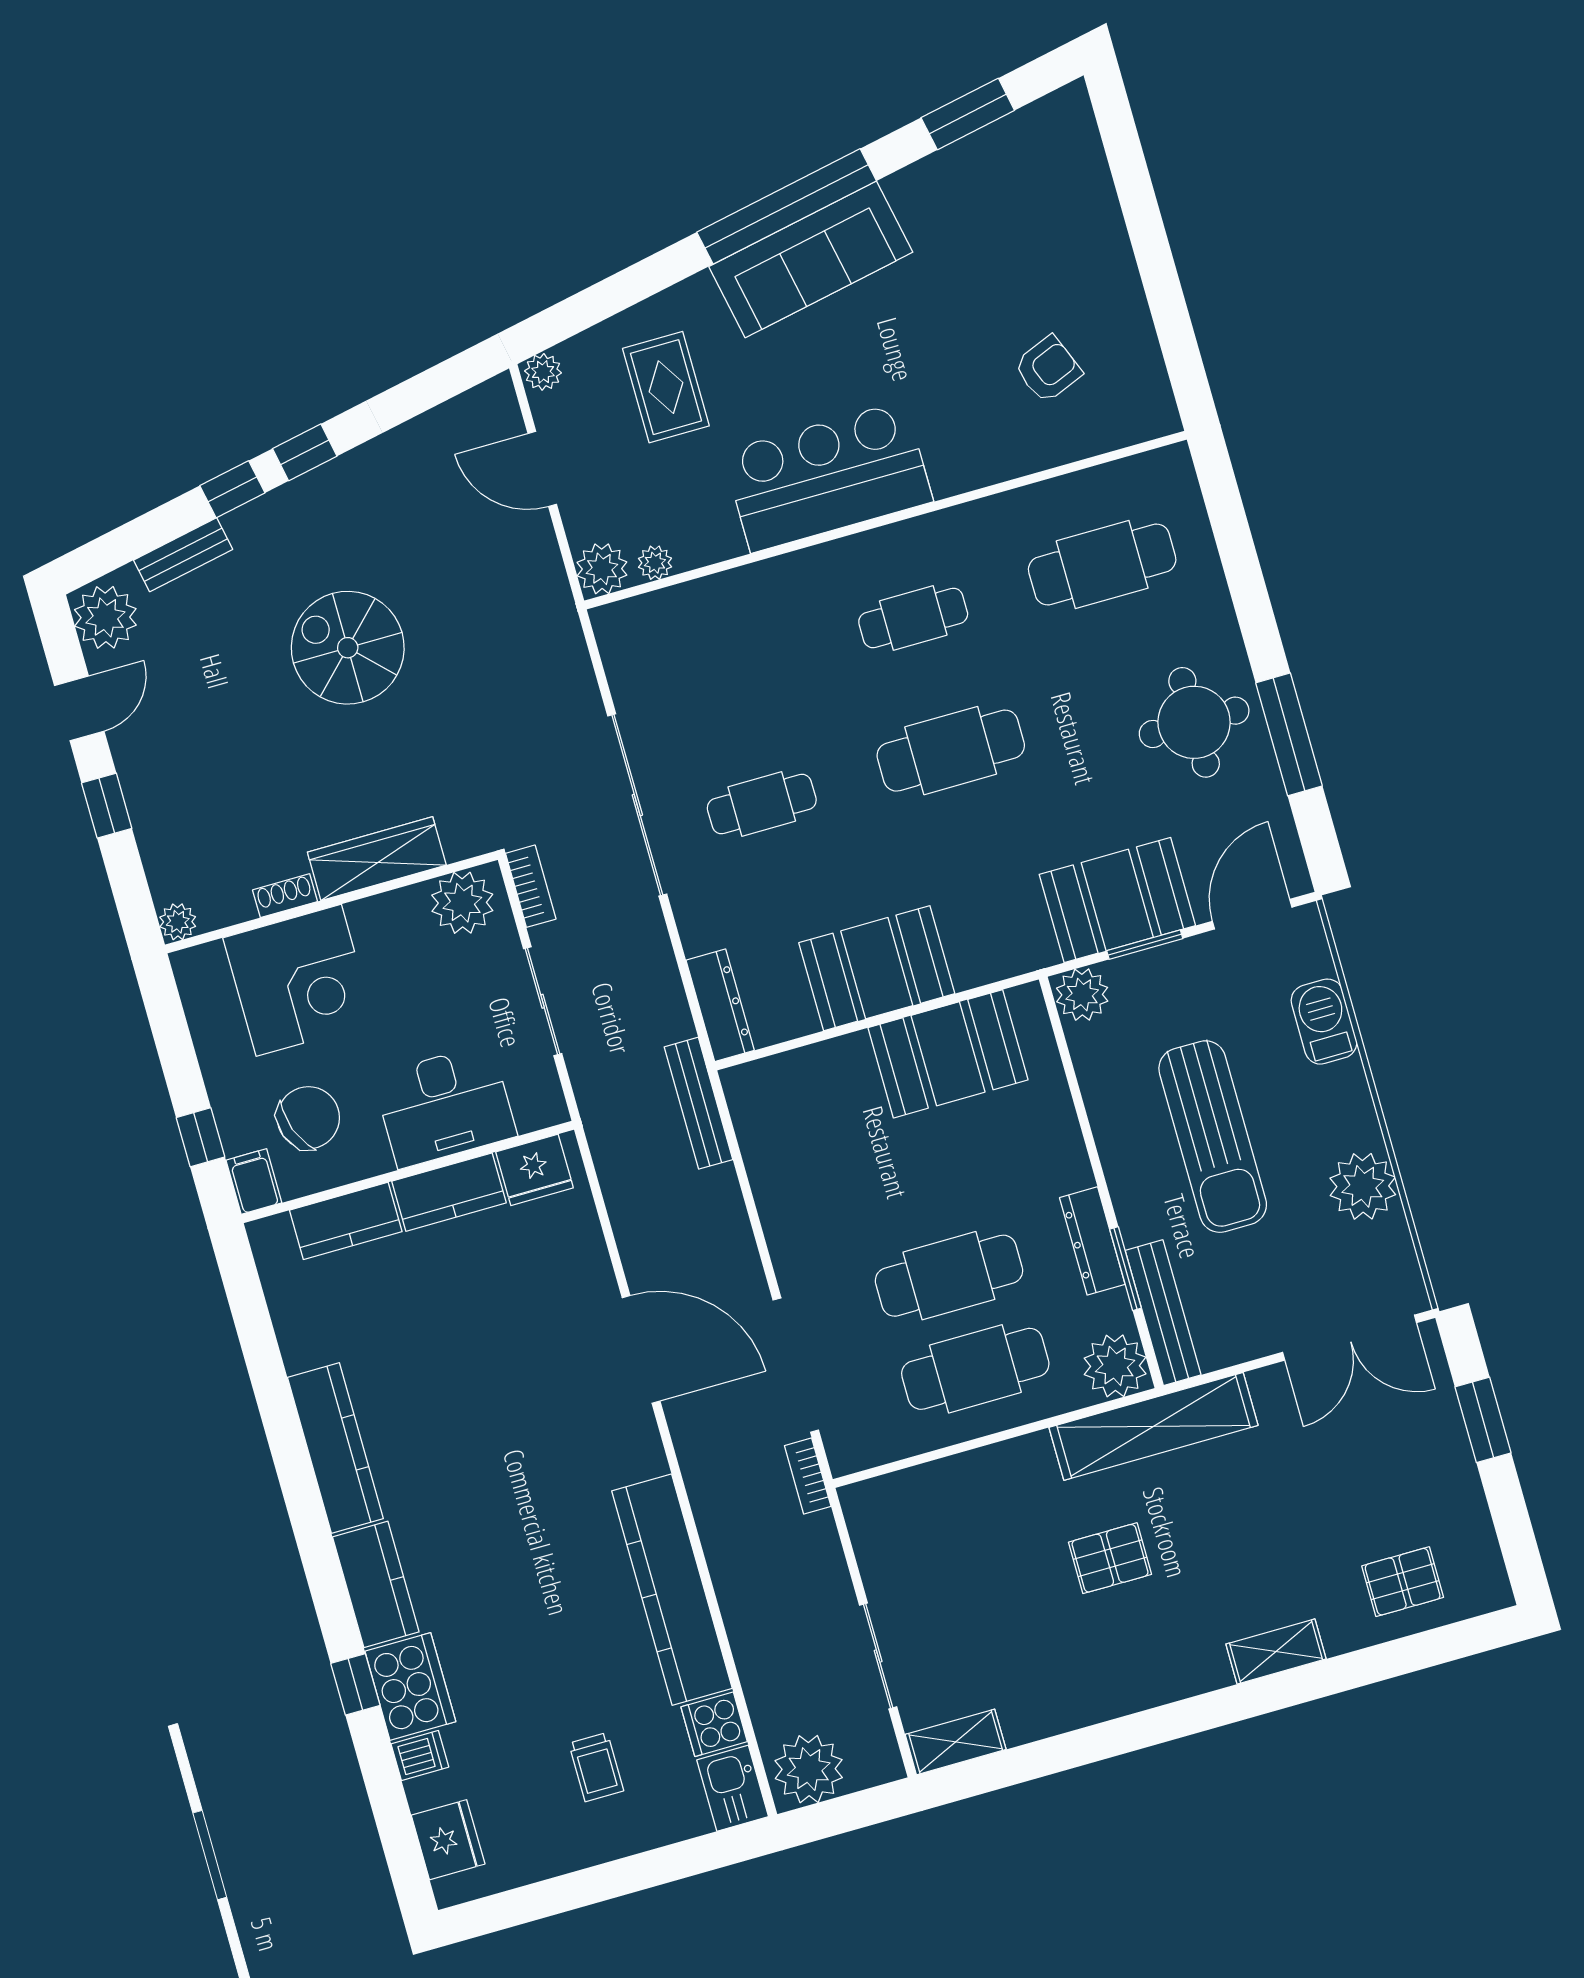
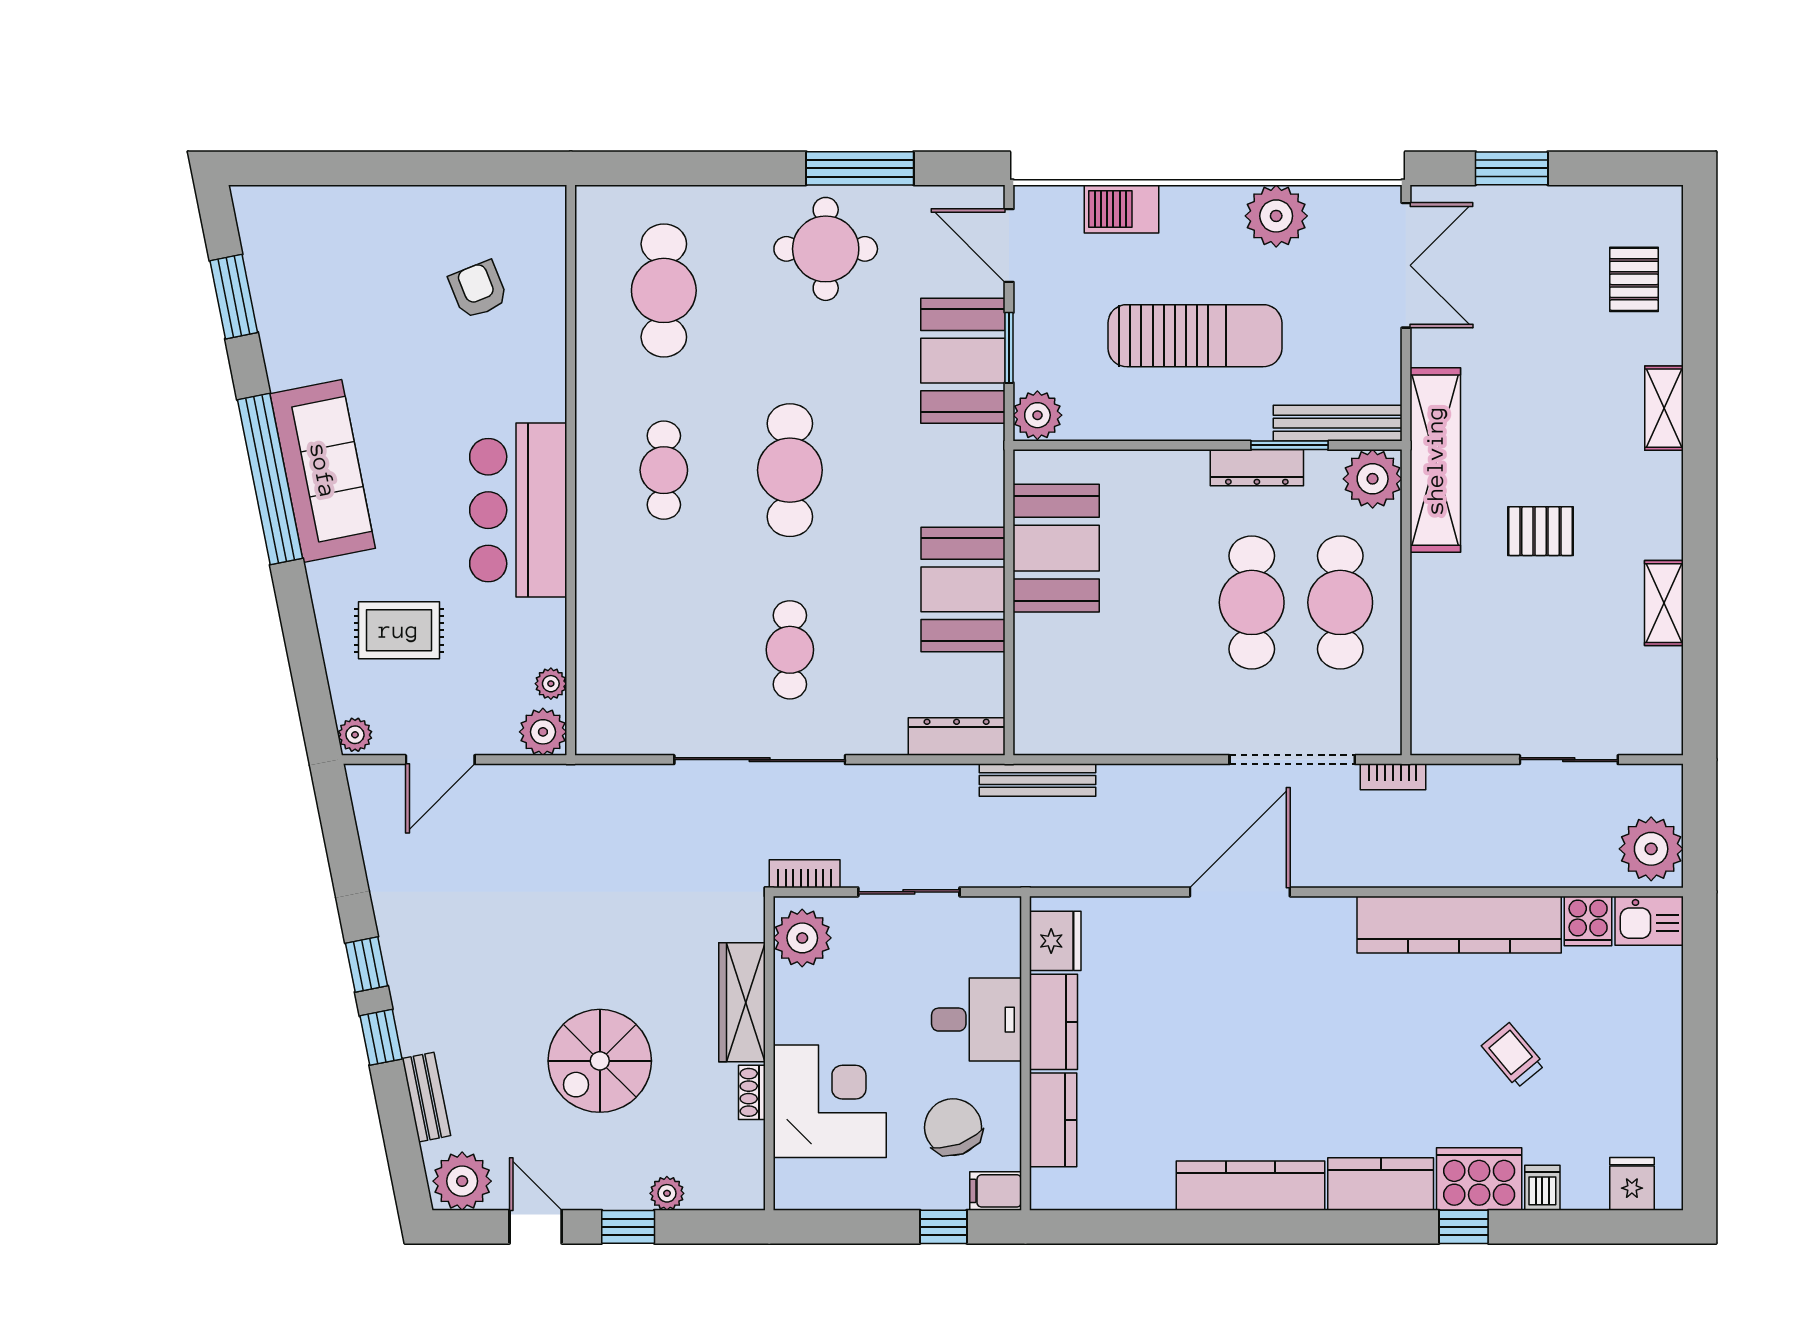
spiral stairs: (348, 648) -> (600, 1061), moved
plant: (178, 922) -> (667, 1193), moved
desk: (445, 1106) -> (977, 1020), width x0.73
pallet: (1110, 1558) -> (1541, 531), turned 90
shelving: (956, 1742) -> (1664, 603), moved
trolley: (596, 1767) -> (1513, 1055), moved, turned -130
fridge: (448, 1840) -> (1632, 1184), width x0.72

